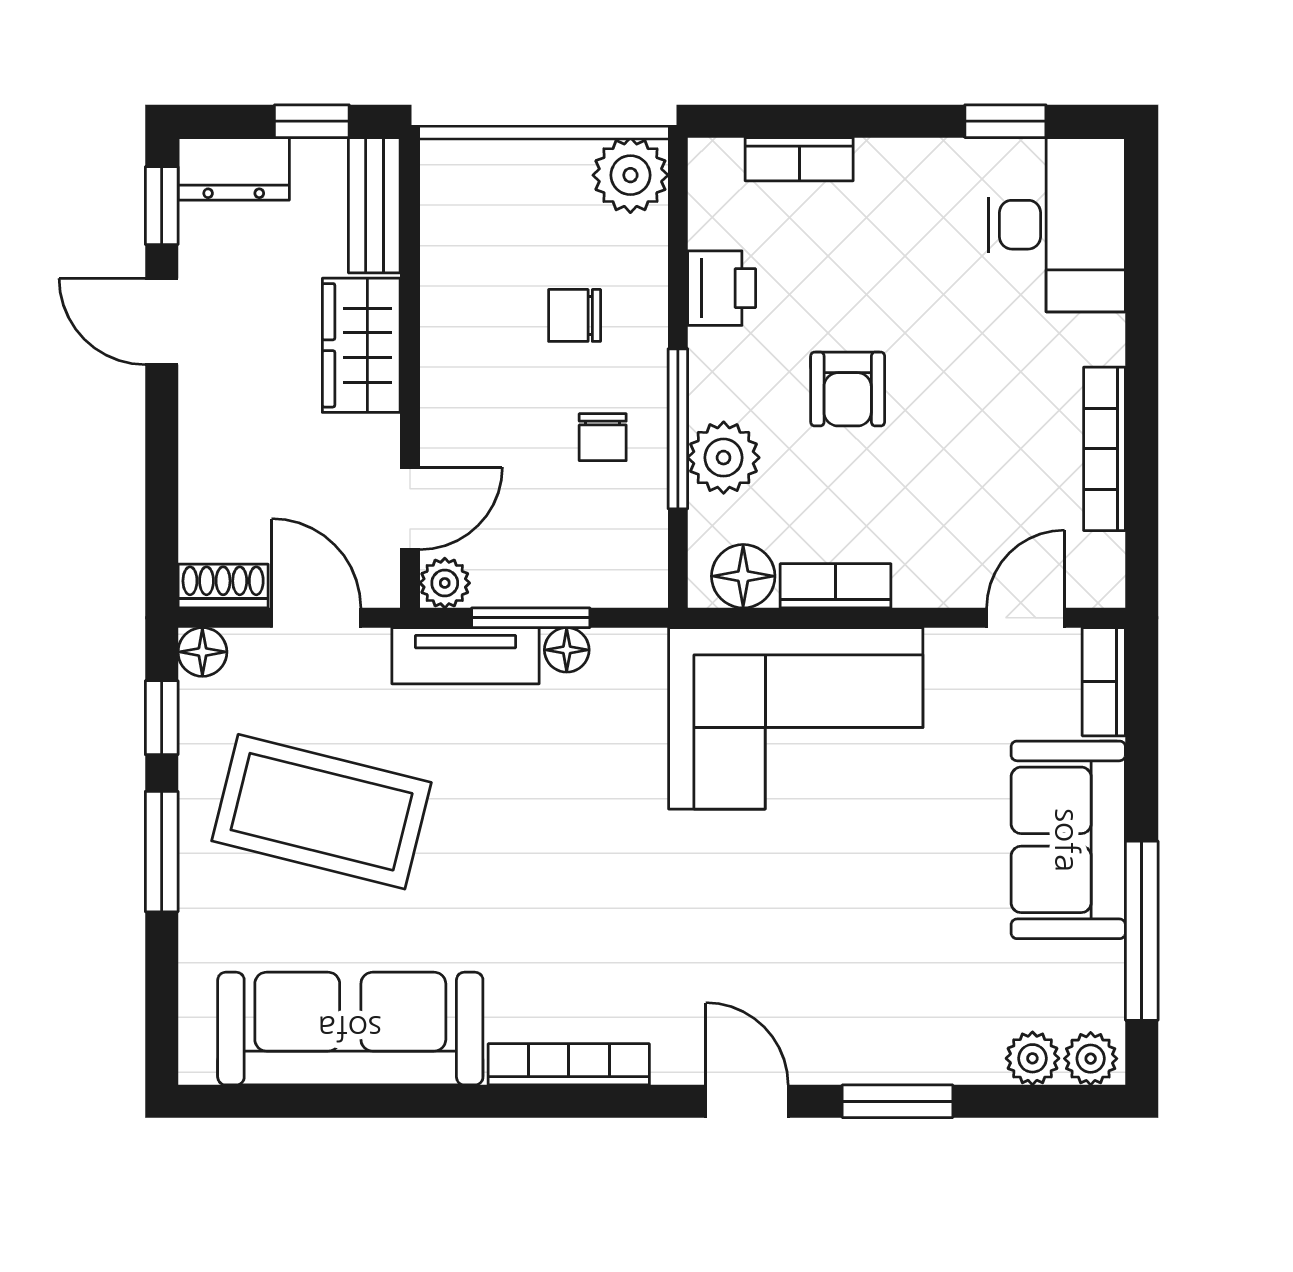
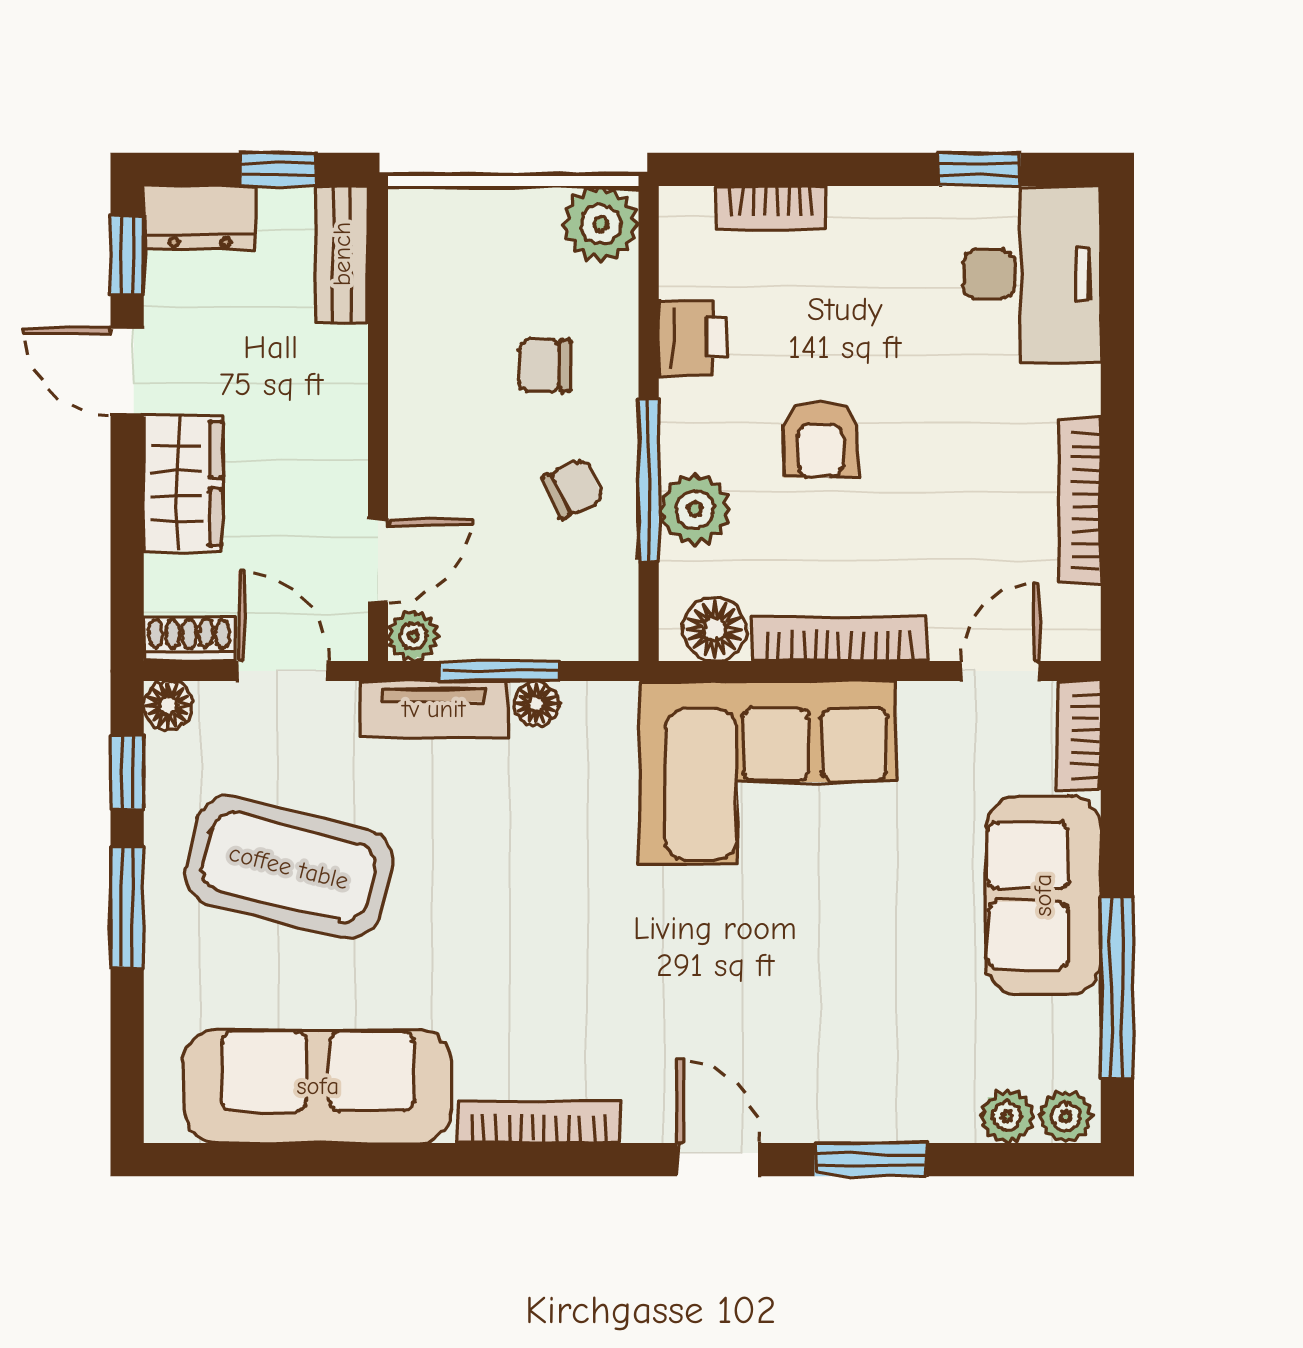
wardrobe: (361, 345) -> (183, 483), moved, turned 180
chair: (603, 437) -> (573, 489), turned -114
bookcase: (836, 586) -> (839, 639), width x1.56

